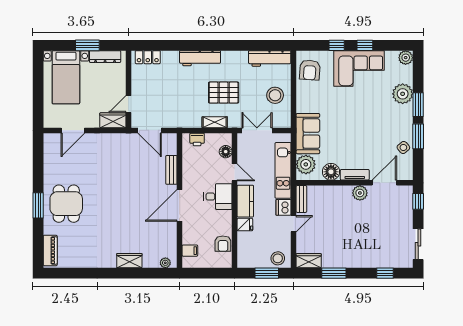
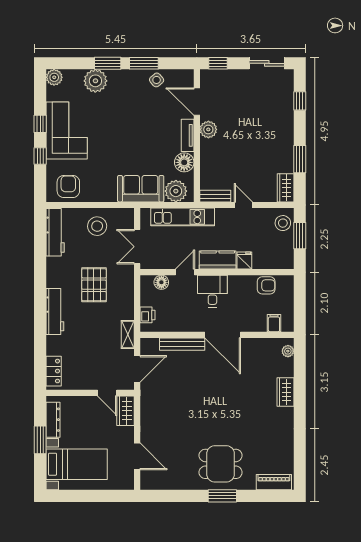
armchair: (310, 70) -> (68, 186), turned -94
shelving: (215, 122) -> (128, 335), moved
bench: (171, 170) -> (182, 344), width x1.36
dishwasher: (283, 207) -> (225, 216), removed

